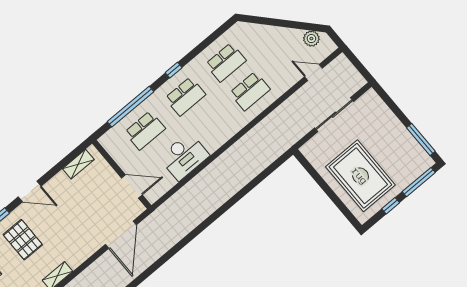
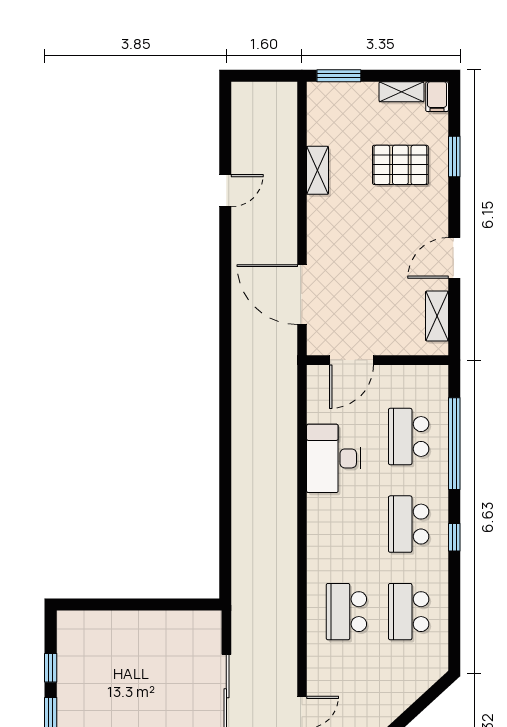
rug: (360, 176) -> (121, 661), removed
door: (30, 191) -> (454, 258), moved

